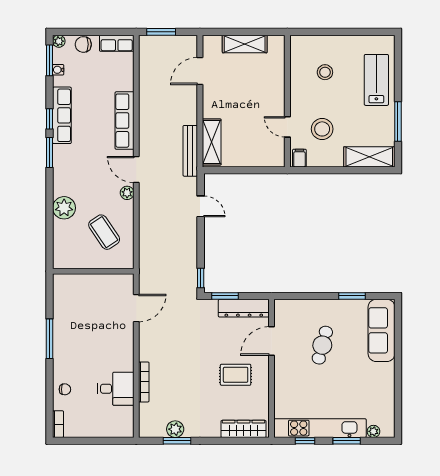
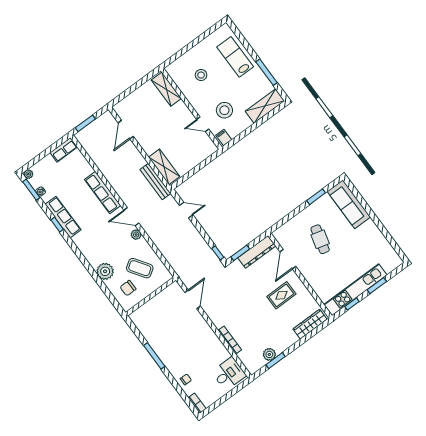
chair: (83, 44) -> (128, 288), moved
shelving: (245, 44) -> (166, 89), moved, turned 90
window: (50, 152) -> (72, 245), removed
desk: (116, 389) -> (229, 374), moved
plant: (374, 431) -> (389, 268), removed

